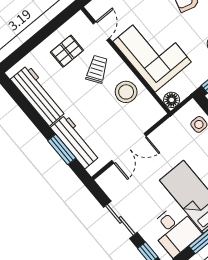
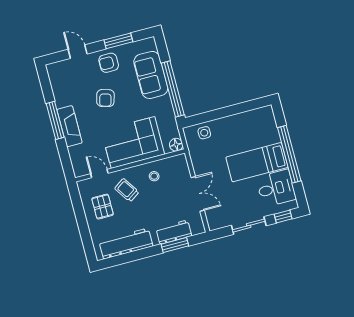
stool: (126, 92) -> (154, 176), width x0.53, depth x0.53
workbench: (75, 142) -> (174, 232), width x0.73

